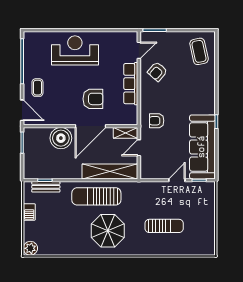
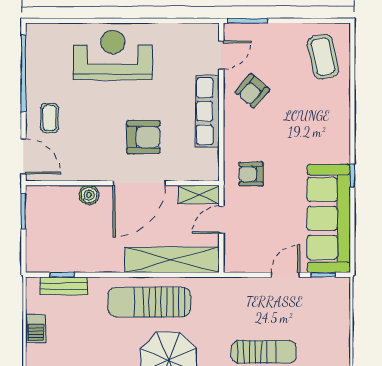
boiler: (61, 138) -> (89, 195), width x0.54, depth x0.54

